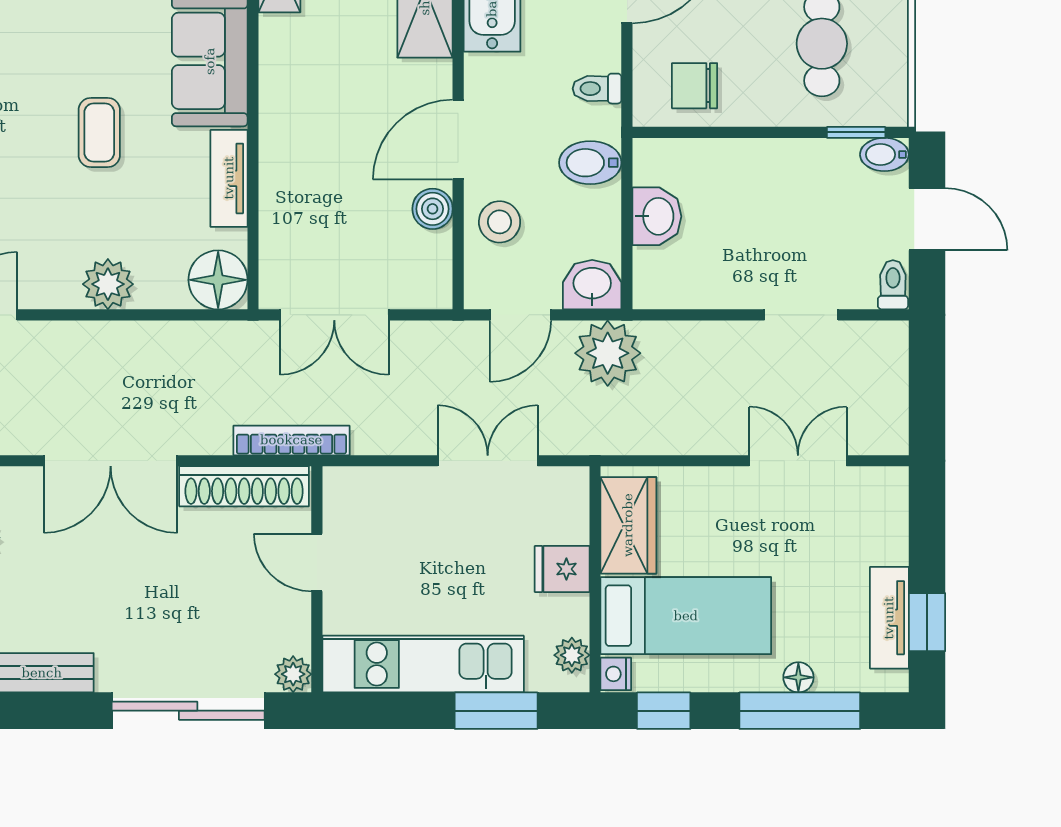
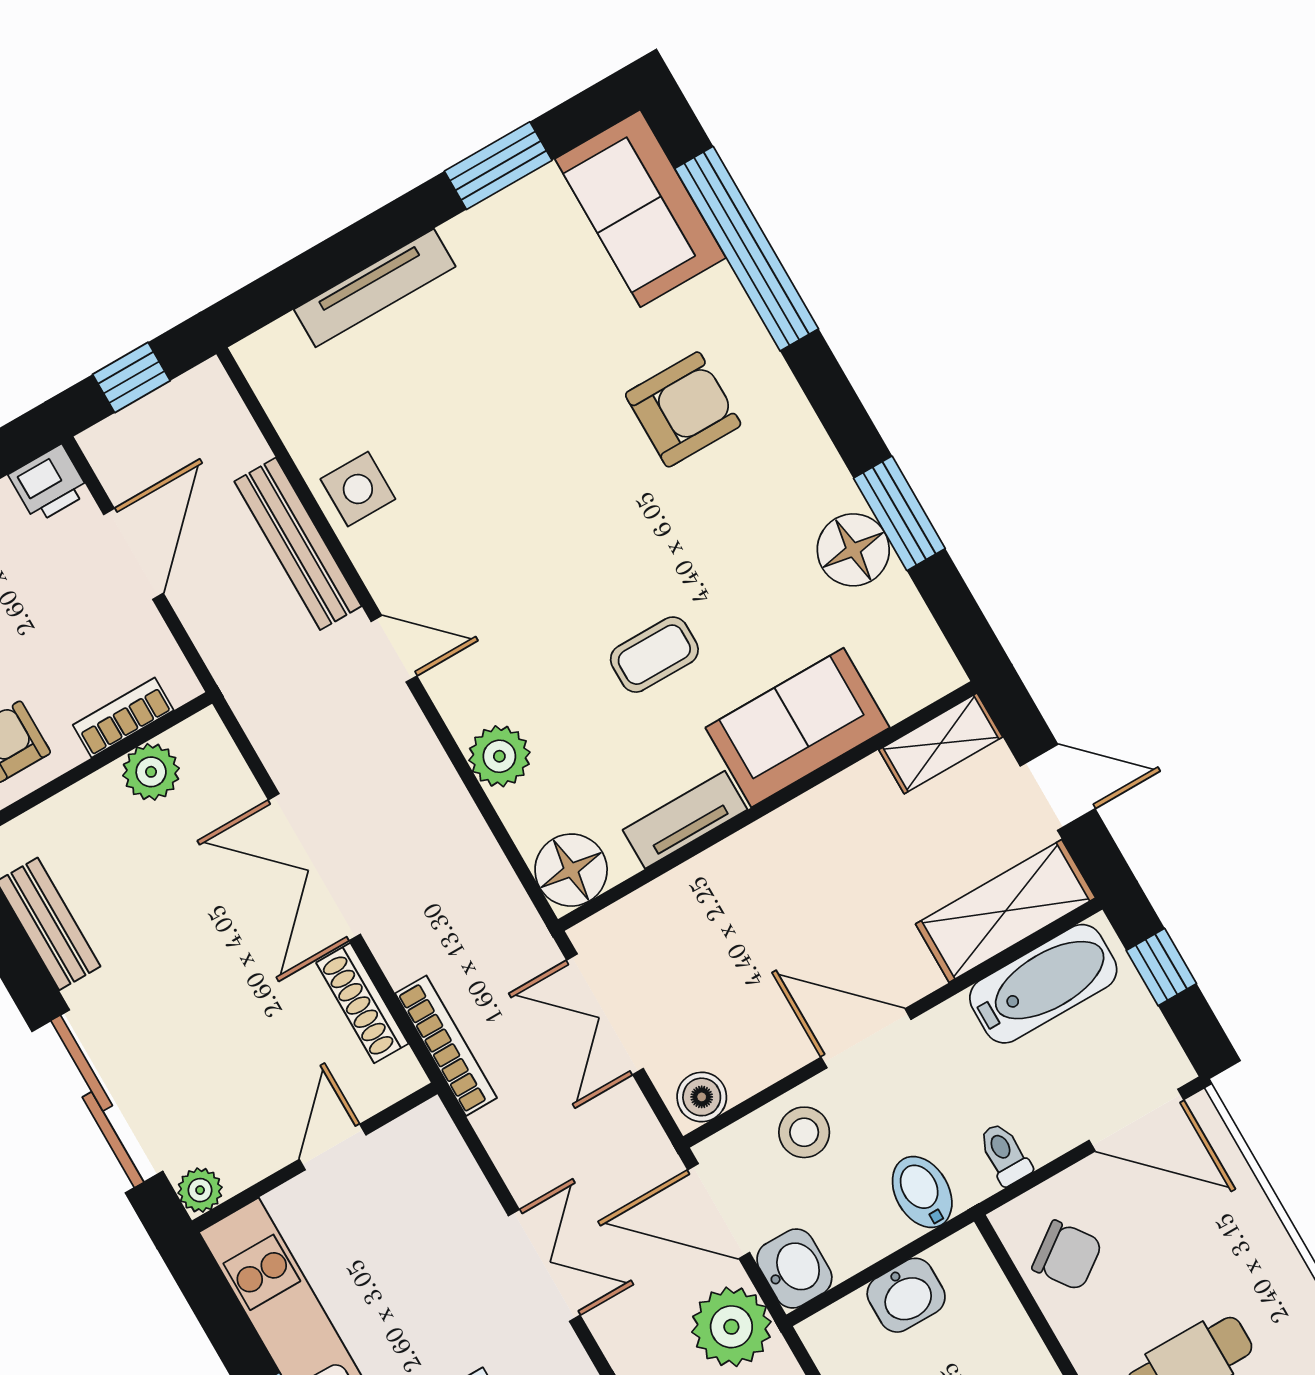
chair: (695, 86) -> (1067, 1255), turned 144
boiler: (433, 209) -> (702, 1097), moved
door: (520, 315) -> (719, 1211), width x1.38
shoe rack: (244, 486) -> (362, 1003), width x0.74, depth x0.81

